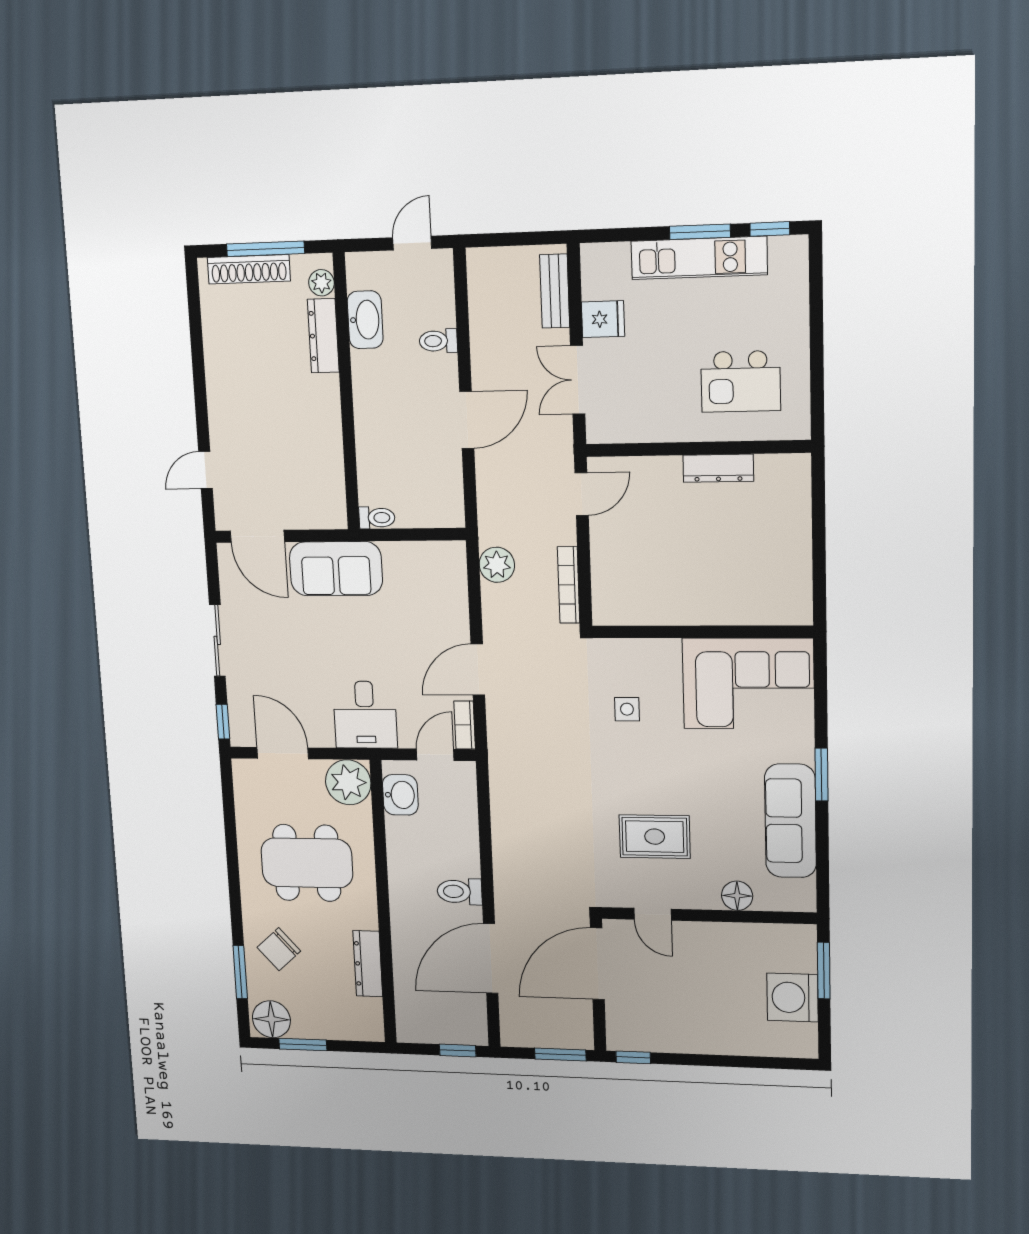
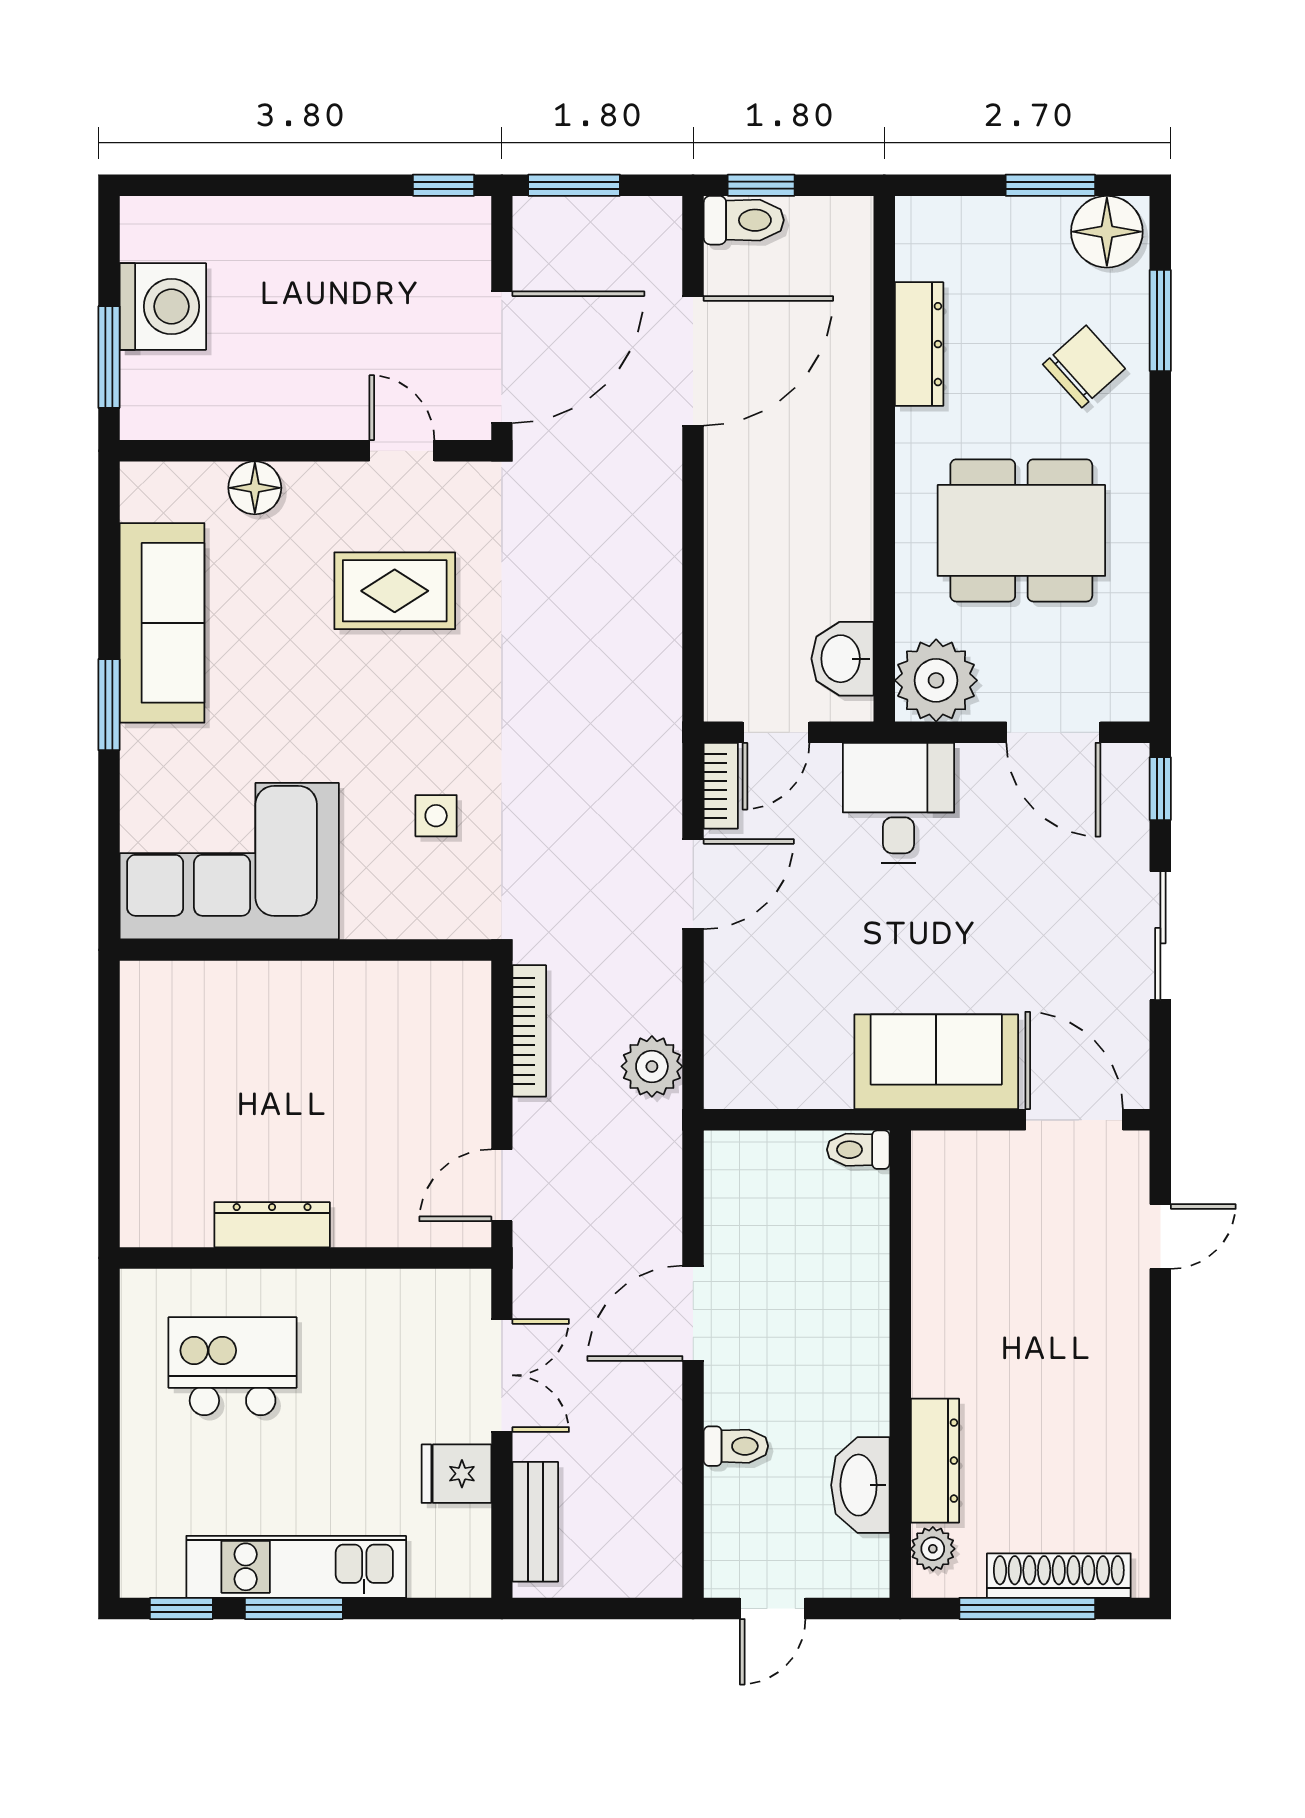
toilet: (460, 892) -> (744, 220), moved

